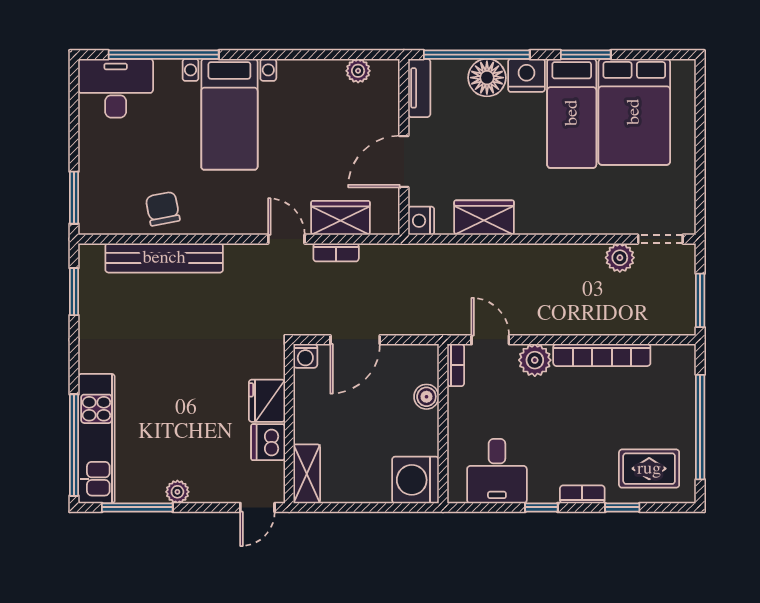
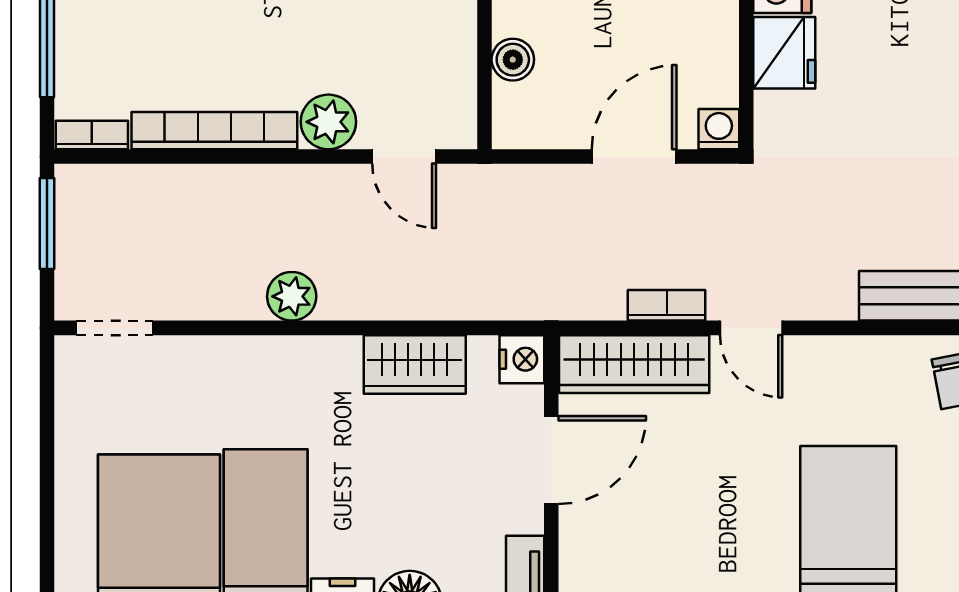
wardrobe: (341, 218) -> (634, 364), width x1.50
plant: (620, 258) -> (292, 296), moved
bookcase: (456, 365) -> (92, 135), moved, turned 90

